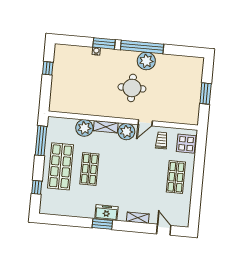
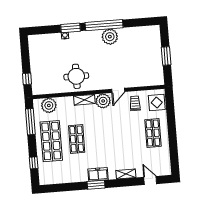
window: (48, 68) -> (27, 79), moved
round table: (132, 88) -> (76, 76), moved
plant: (84, 128) -> (49, 105), moved

